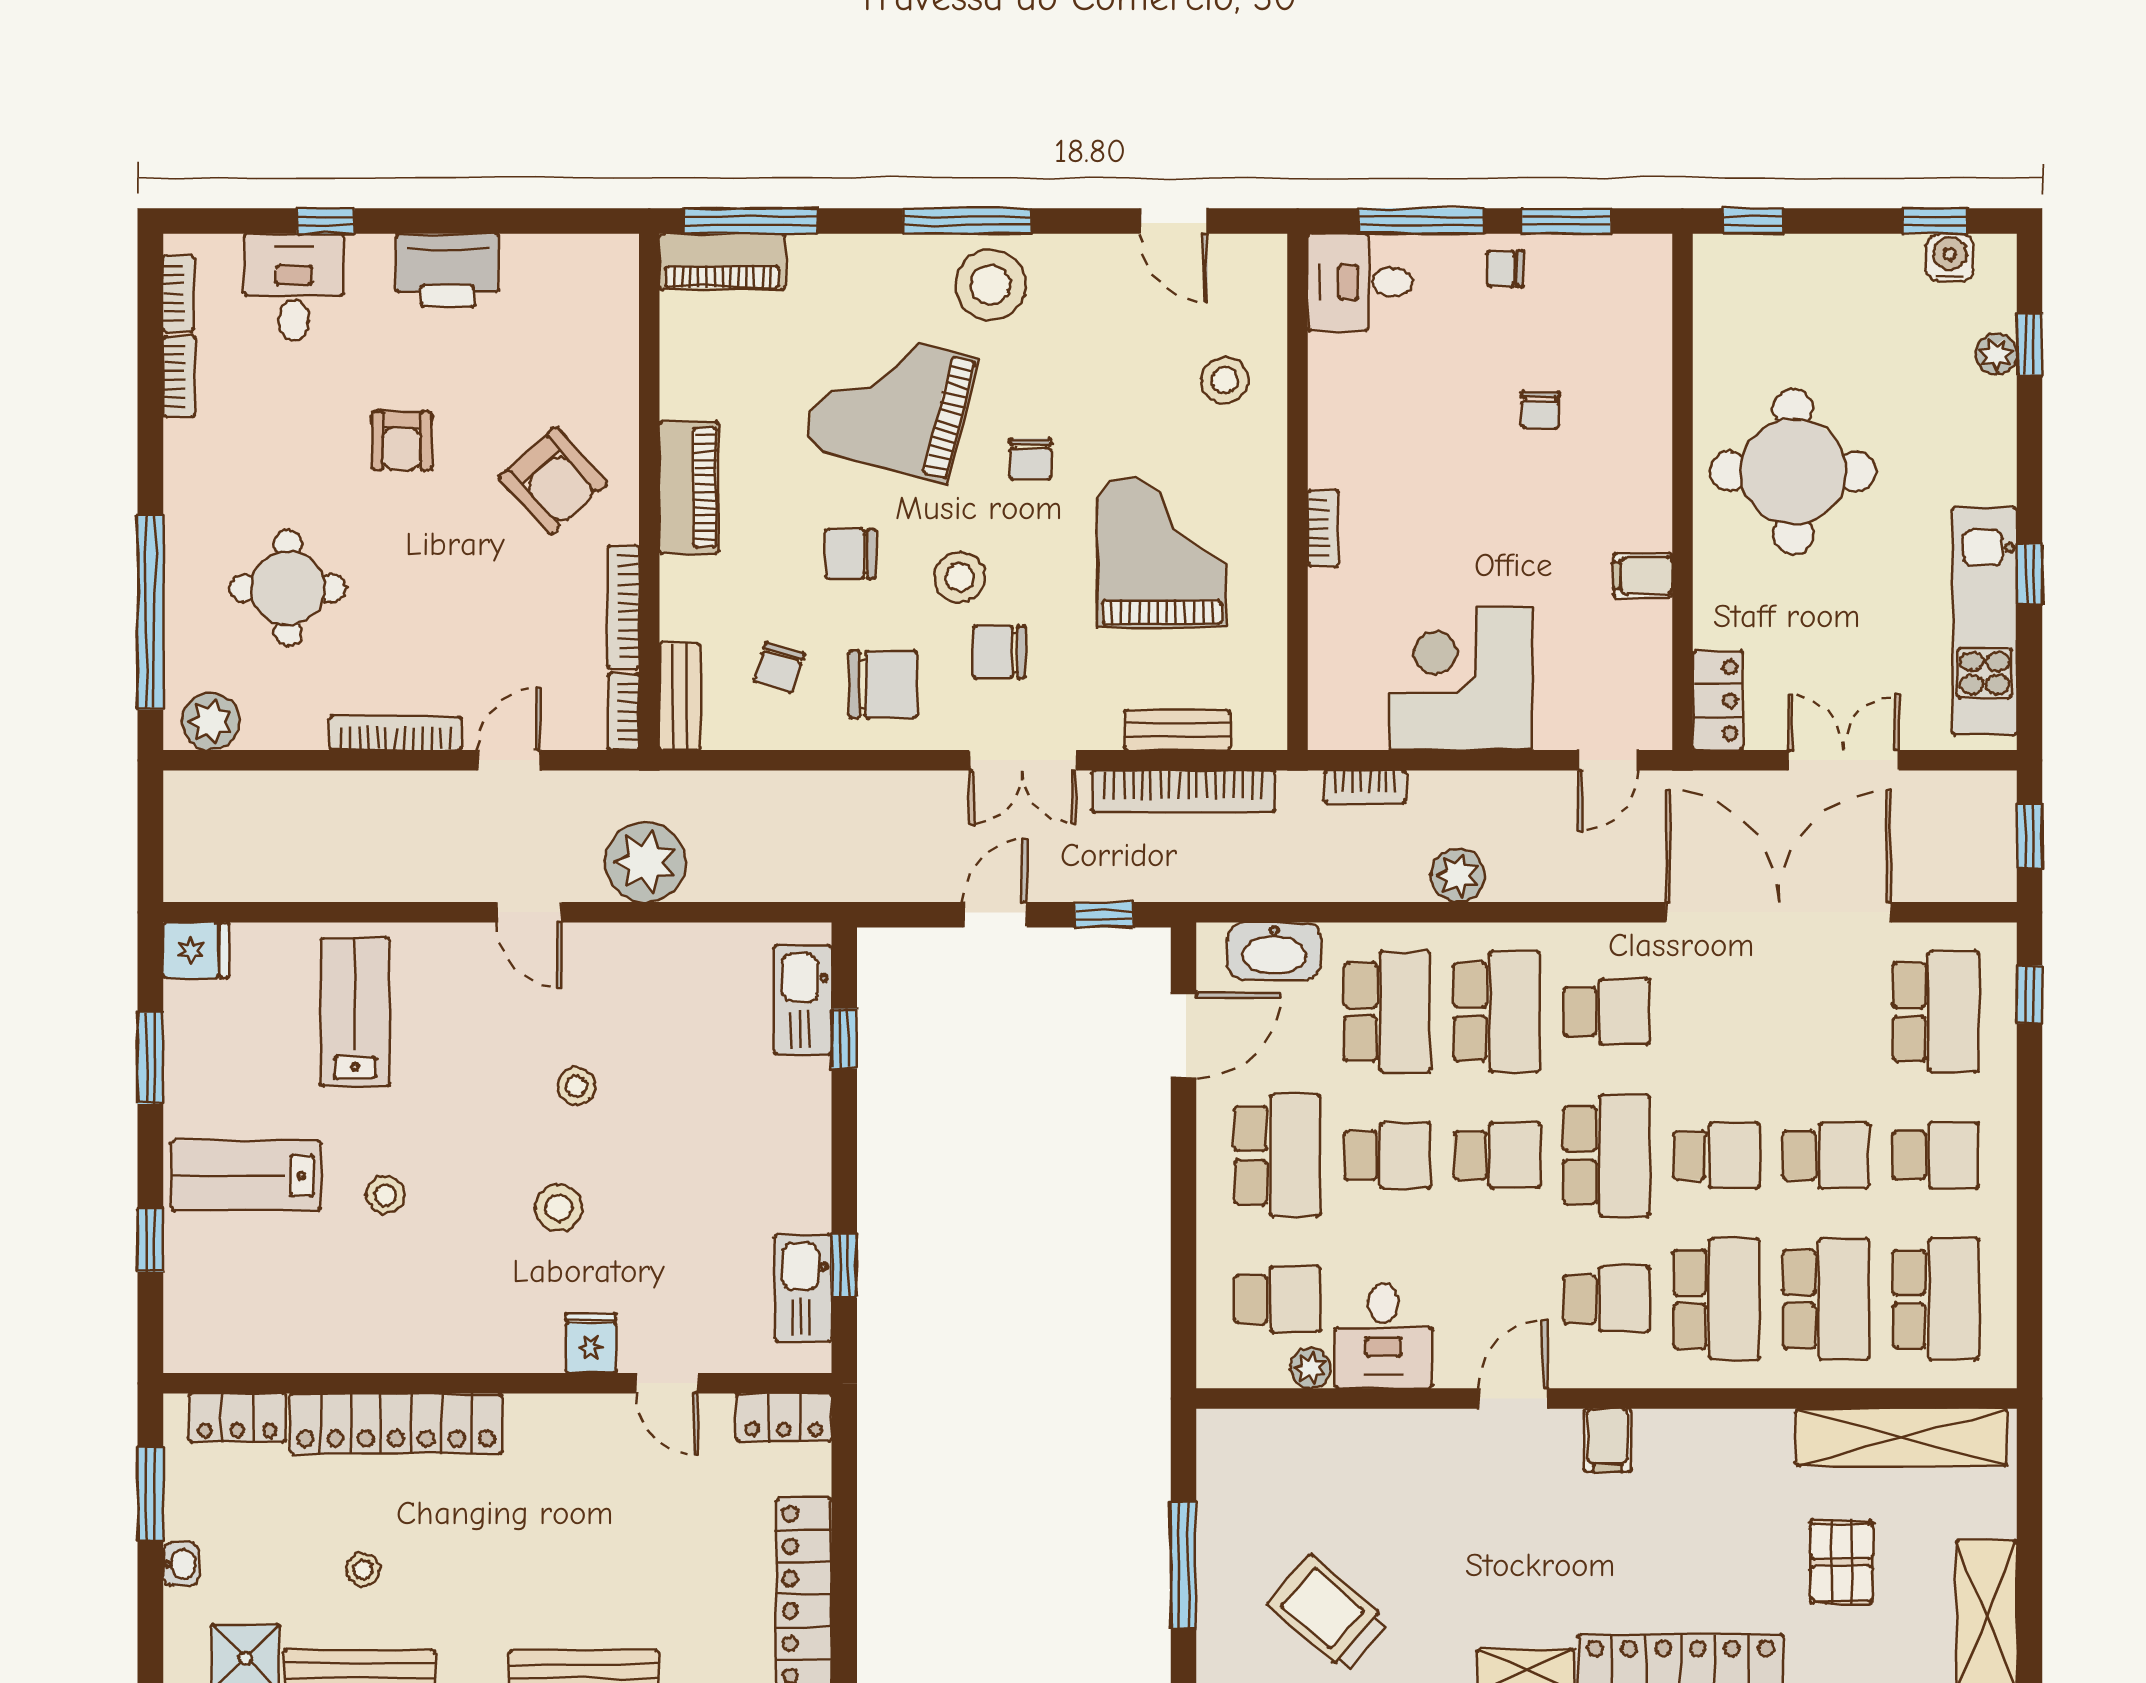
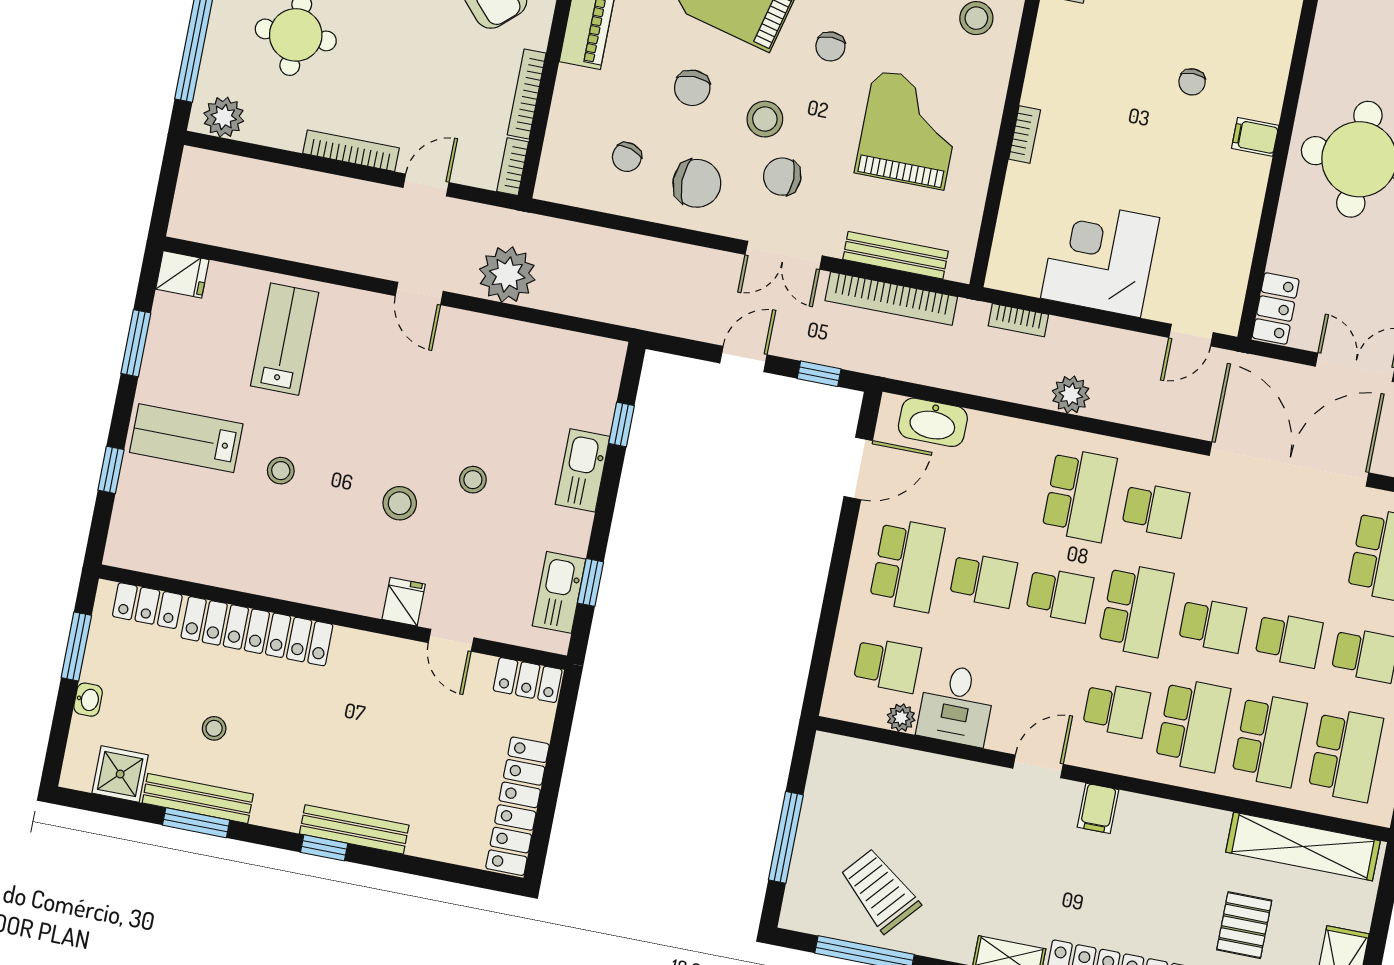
chair: (851, 554) -> (692, 88), turned -90
filing cabinet: (1643, 576) -> (1255, 137), moved
bench: (680, 697) -> (554, 164), removed
bench: (1177, 730) -> (896, 255), width x1.36
kitchen sink: (803, 1000) -> (583, 470), moved
school desk: (1387, 1012) -> (1003, 480), removed
stool: (577, 1086) -> (473, 480), moved

